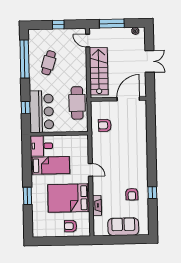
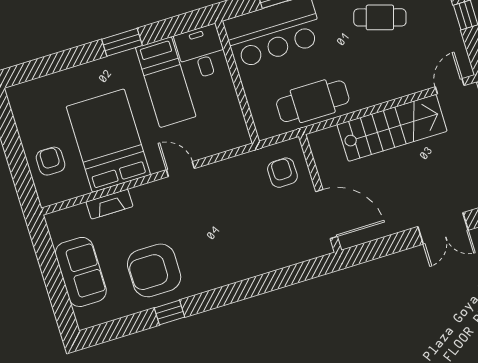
wall: (118, 99) -> (320, 193), moved
door: (128, 99) -> (327, 214), moved
door: (90, 170) -> (180, 169), swing flipped
armchair: (132, 194) -> (154, 270), width x1.88, depth x1.88
window: (27, 196) -> (122, 42), moved

